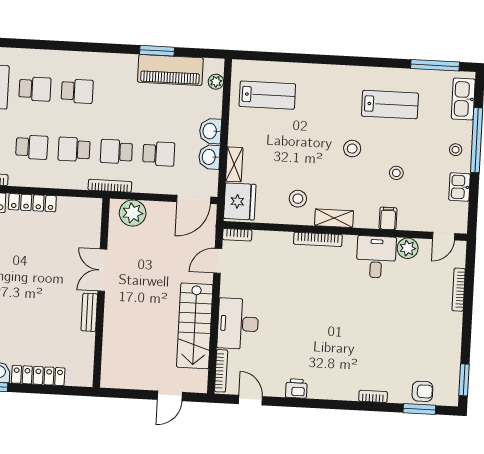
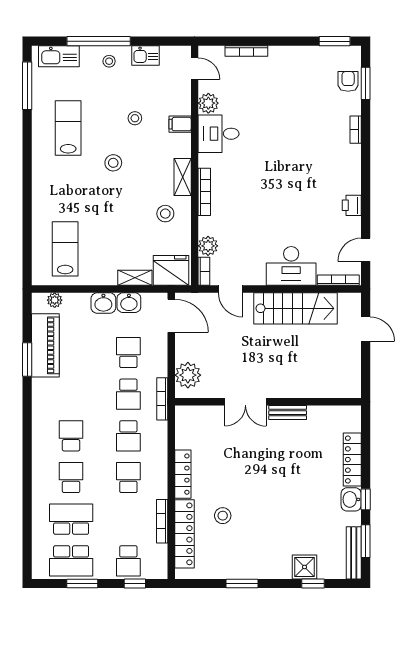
plant: (263, 240) -> (208, 246), added

